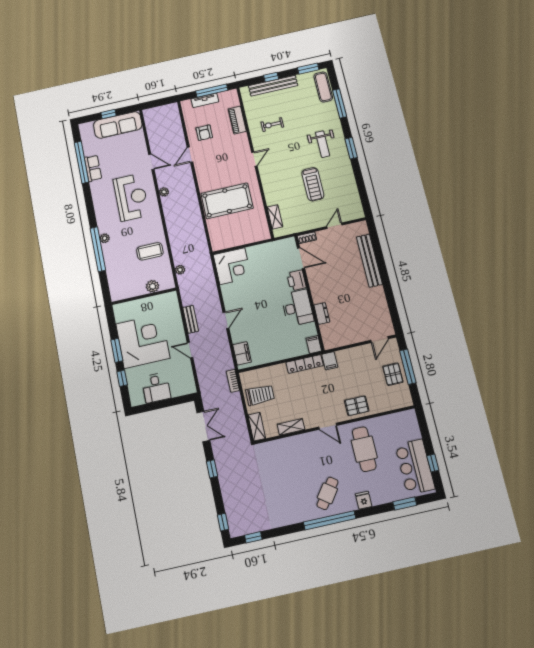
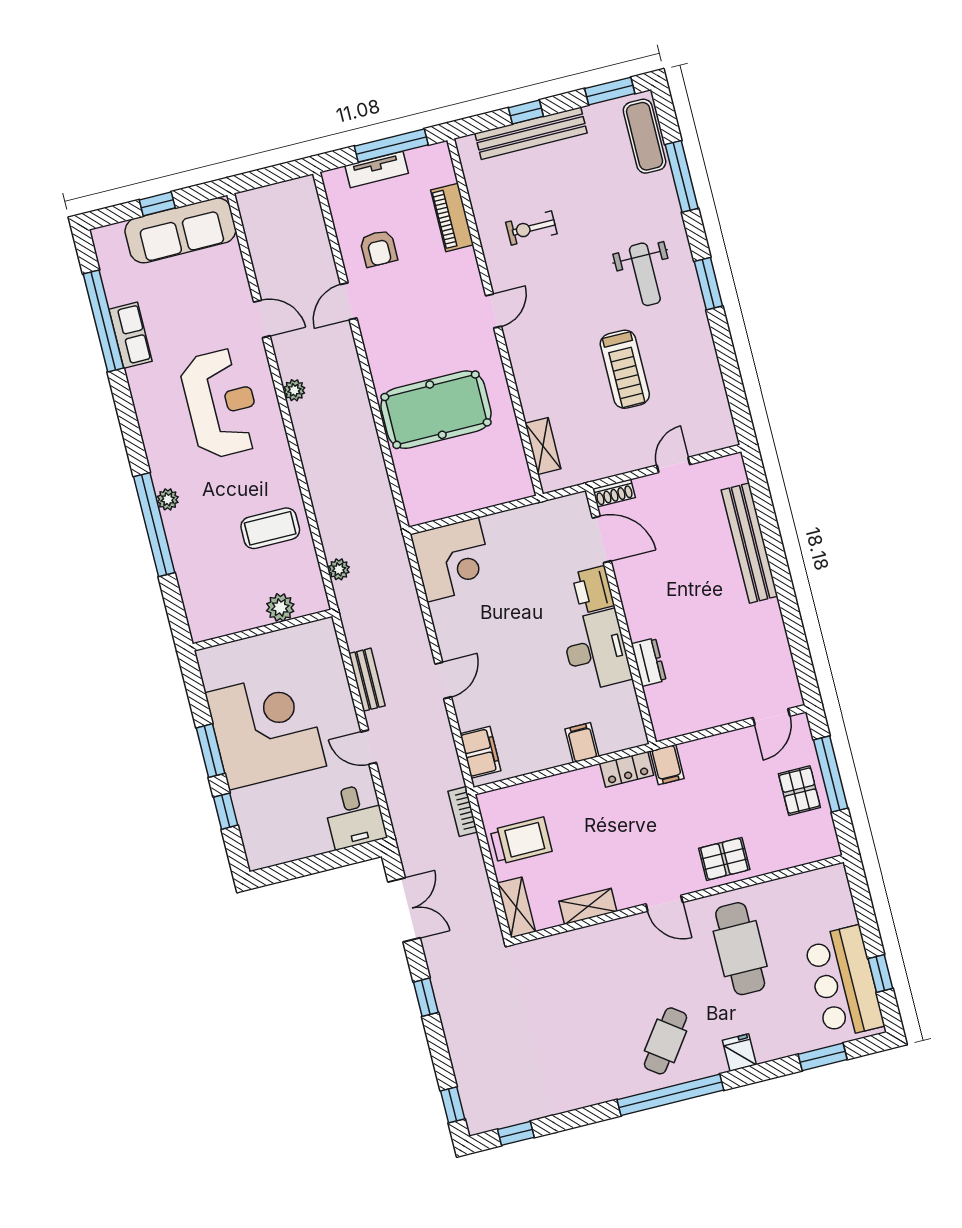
filing cabinet: (314, 344) -> (582, 743), moved
locker: (305, 364) -> (627, 769), width x0.66
desk: (156, 388) -> (355, 816), moved

